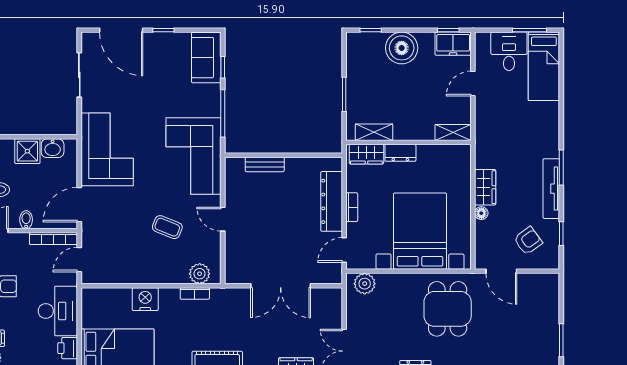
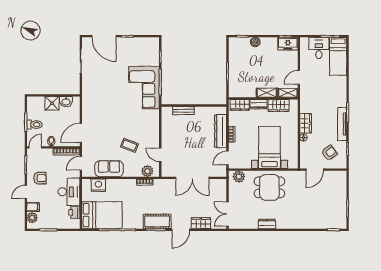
boiler: (402, 48) -> (255, 42), width x0.54, depth x0.54
sofa: (206, 58) -> (109, 169), moved, turned 90
door: (473, 84) -> (299, 77), moved
shelving: (374, 132) -> (267, 93), moved
corner sofa: (107, 149) -> (96, 102), removed
wardrobe: (436, 155) -> (278, 105), added
corner sofa: (194, 156) -> (144, 88), moved
door: (223, 219) -> (160, 155), moved
bed with nightstands: (420, 231) -> (269, 148), width x0.73
door: (501, 271) -> (315, 170), hinge flipped
nightstand: (145, 299) -> (98, 185), moved
dining table: (448, 309) -> (269, 187), moved, turned 90

